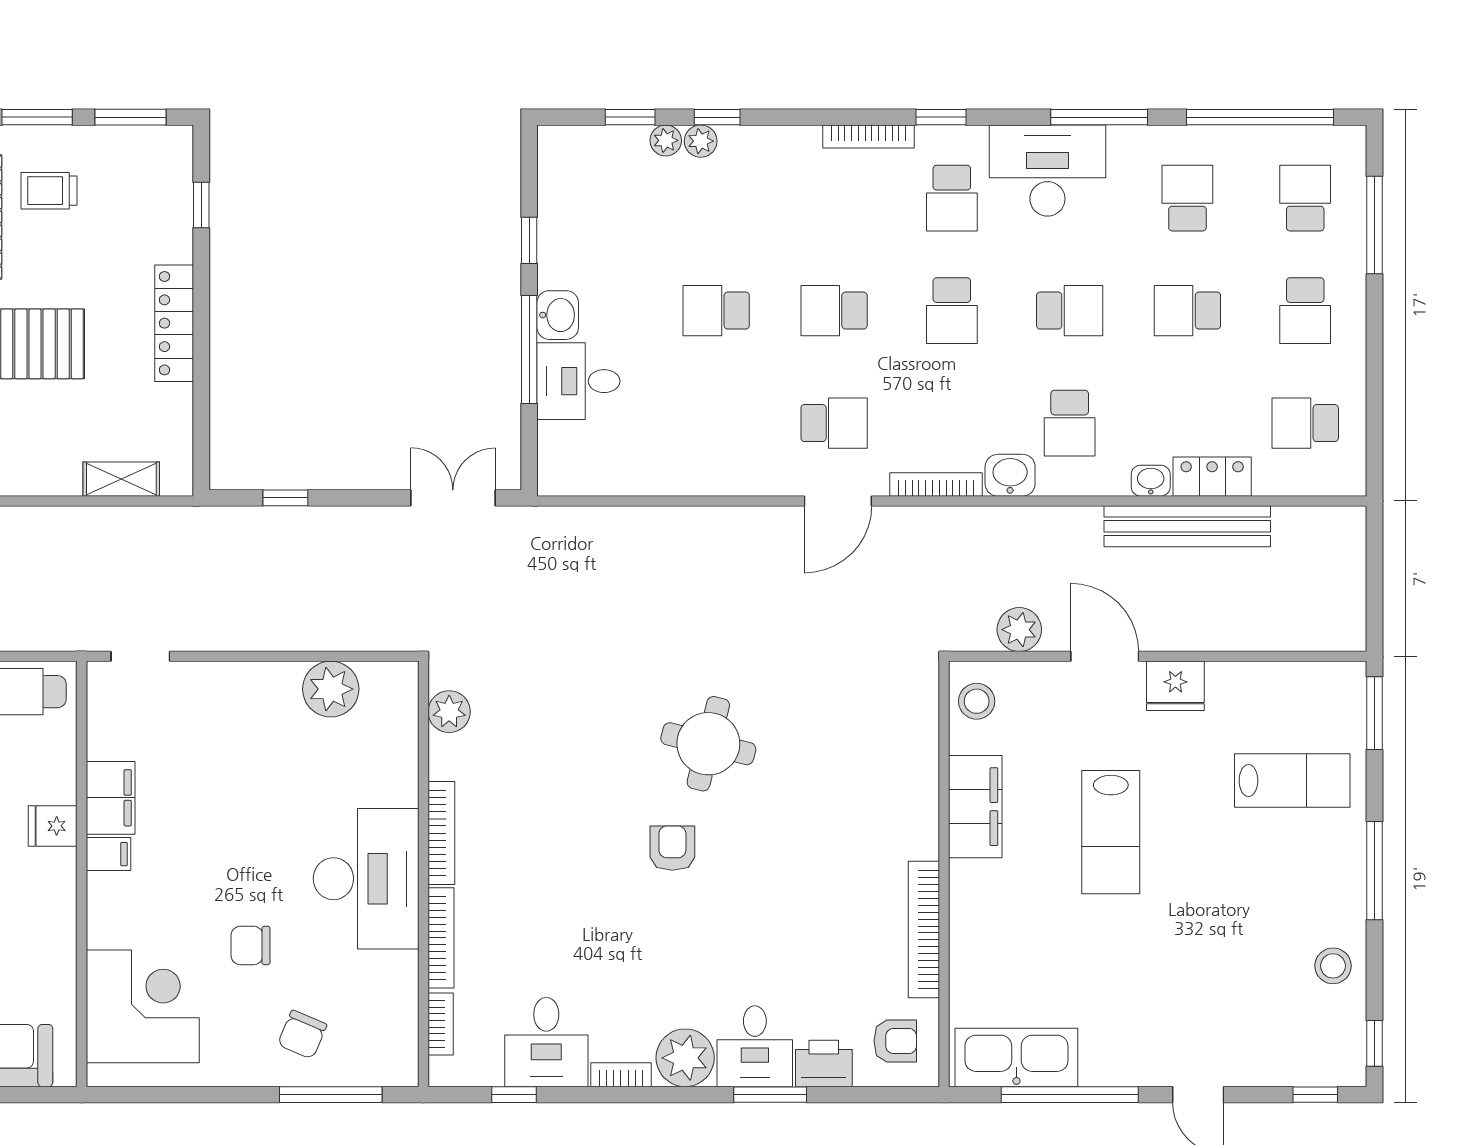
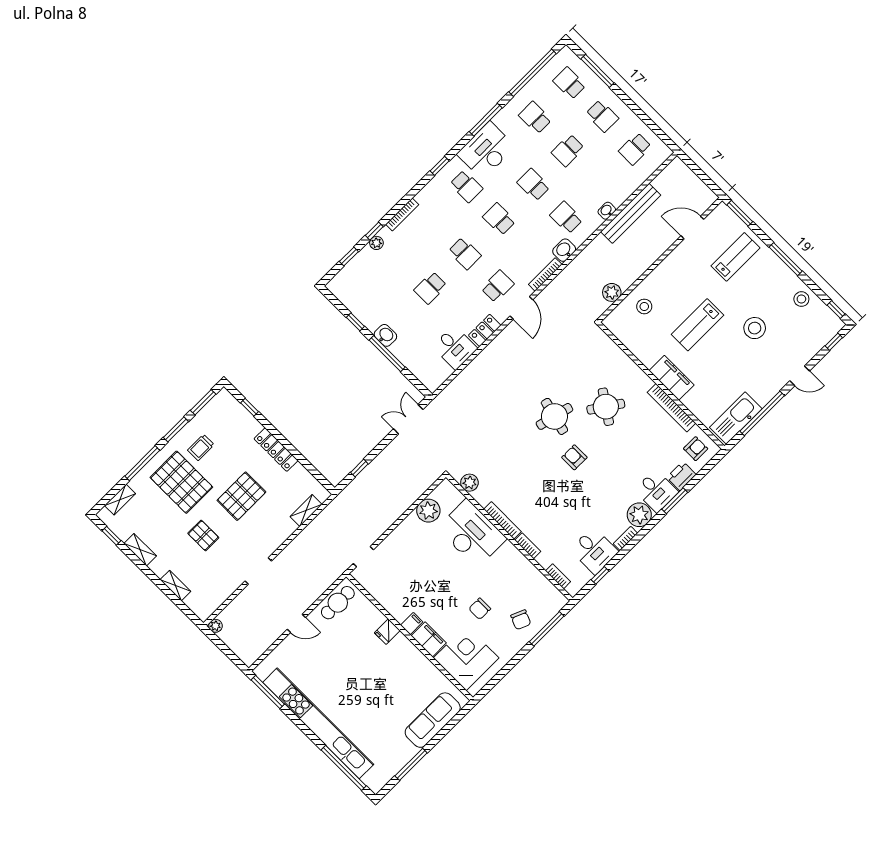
bookcase: (868, 137) -> (402, 214), moved
plant: (666, 140) -> (366, 253), removed
school desk: (834, 311) -> (465, 253), turned -90
school desk: (952, 311) -> (499, 219), turned 180
school desk: (1070, 311) -> (533, 185), turned -90
desk: (578, 381) -> (455, 347), moved, turned -90
school desk: (1070, 423) -> (566, 218), turned 180
locker: (1212, 477) -> (485, 330), moved
door: (1105, 656) -> (692, 228), moved
fridge: (1175, 686) -> (674, 263), removed
stool: (977, 701) -> (644, 306), moved
filing cabinet: (111, 798) -> (429, 639), moved
filing cabinet: (975, 807) -> (672, 378), moved
round table: (813, 815) -> (606, 407), added
lab bench: (1111, 832) -> (698, 325), turned 90
desk: (366, 879) -> (472, 533), moved
stool: (1203, 935) -> (755, 328), added
bookcase: (441, 938) -> (528, 546), width x0.64

